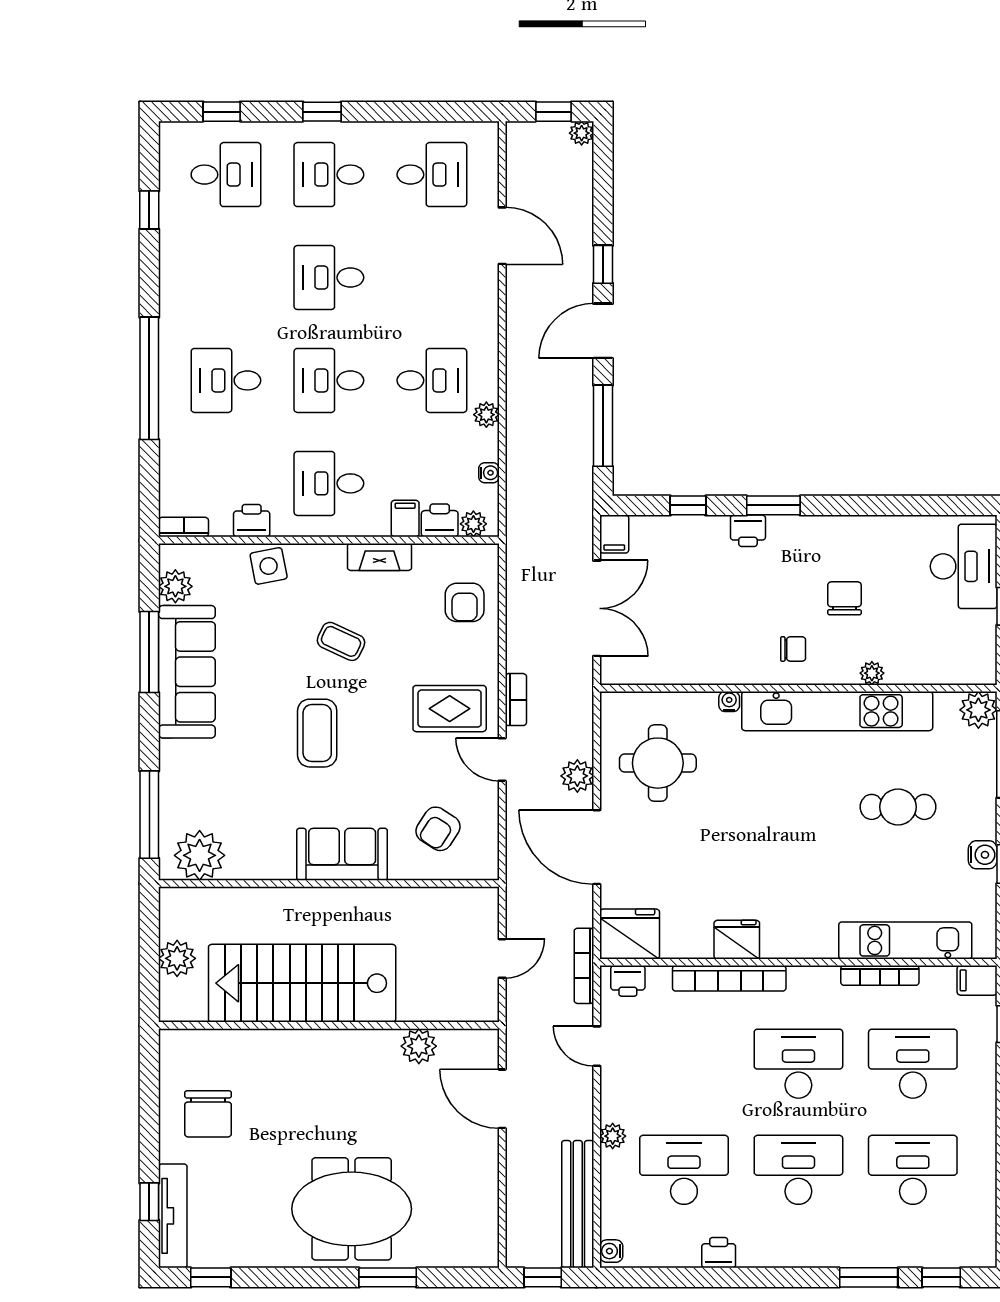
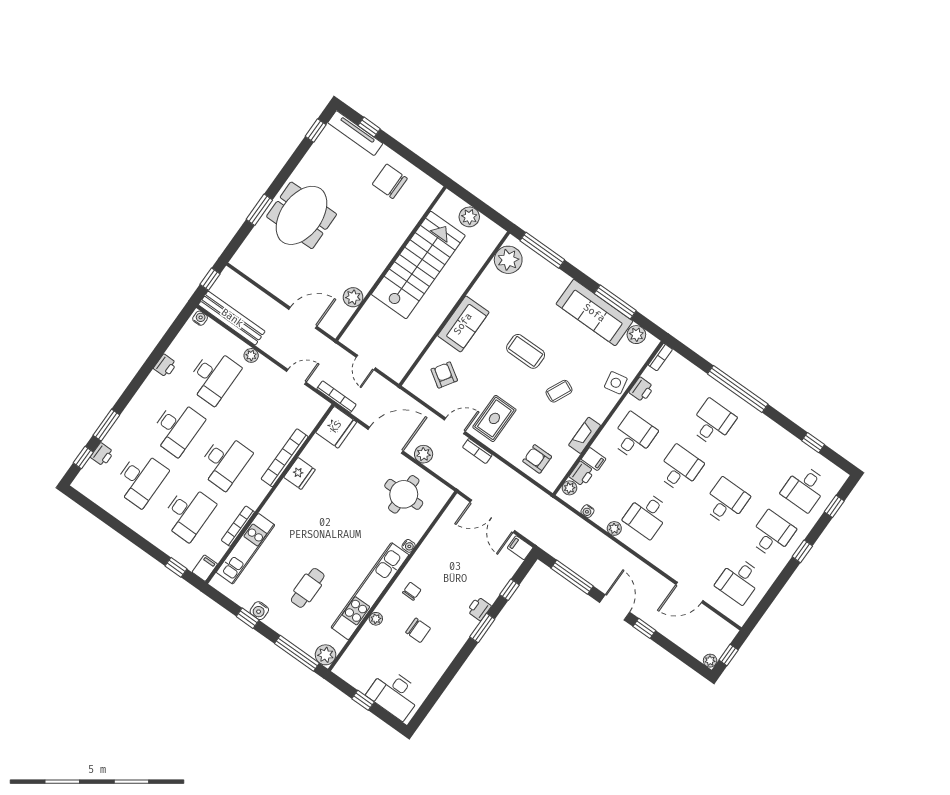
chair: (793, 649) -> (412, 591), turned 180
printer: (628, 981) -> (102, 455), moved, turned 180

